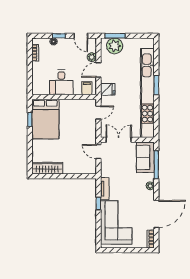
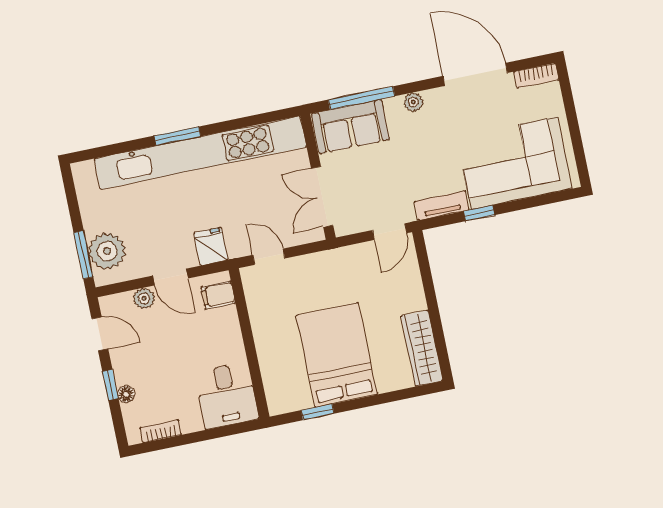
door: (81, 36) -> (100, 334), hinge flipped
desk: (61, 82) -> (227, 395), moved, turned 90
bed: (45, 119) -> (337, 355), moved, turned -90
door: (98, 152) -> (390, 232), moved

